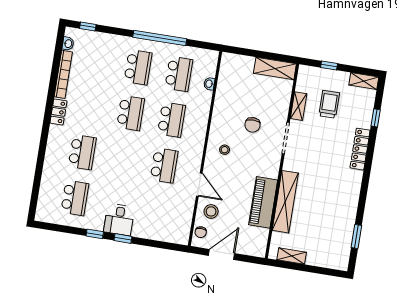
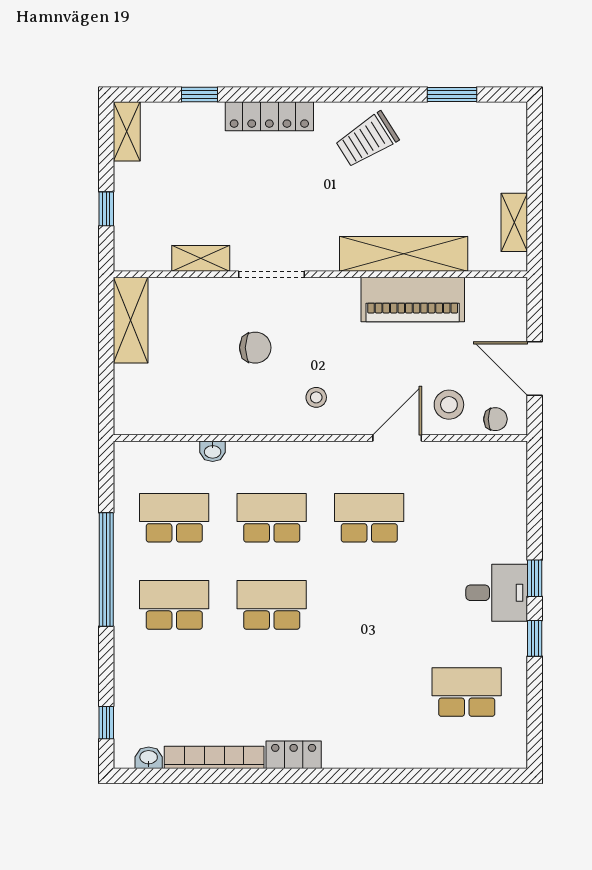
washbasin: (209, 84) -> (213, 451), moved
trolley: (329, 104) -> (367, 140), moved, turned -32
school desk: (82, 152) -> (369, 692), removed

